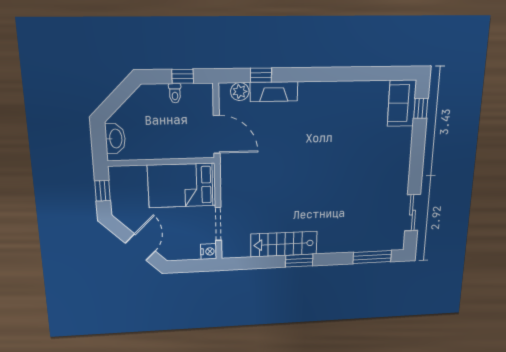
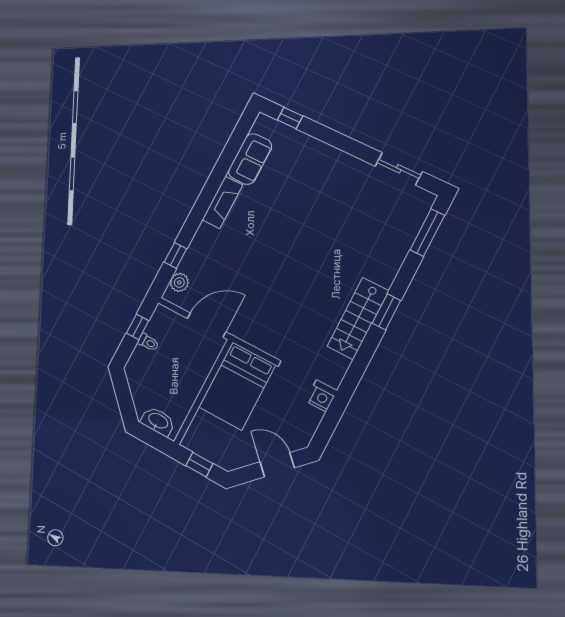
fireplace: (274, 92) -> (222, 202), moved
sofa: (402, 103) -> (250, 159), moved, turned -90

